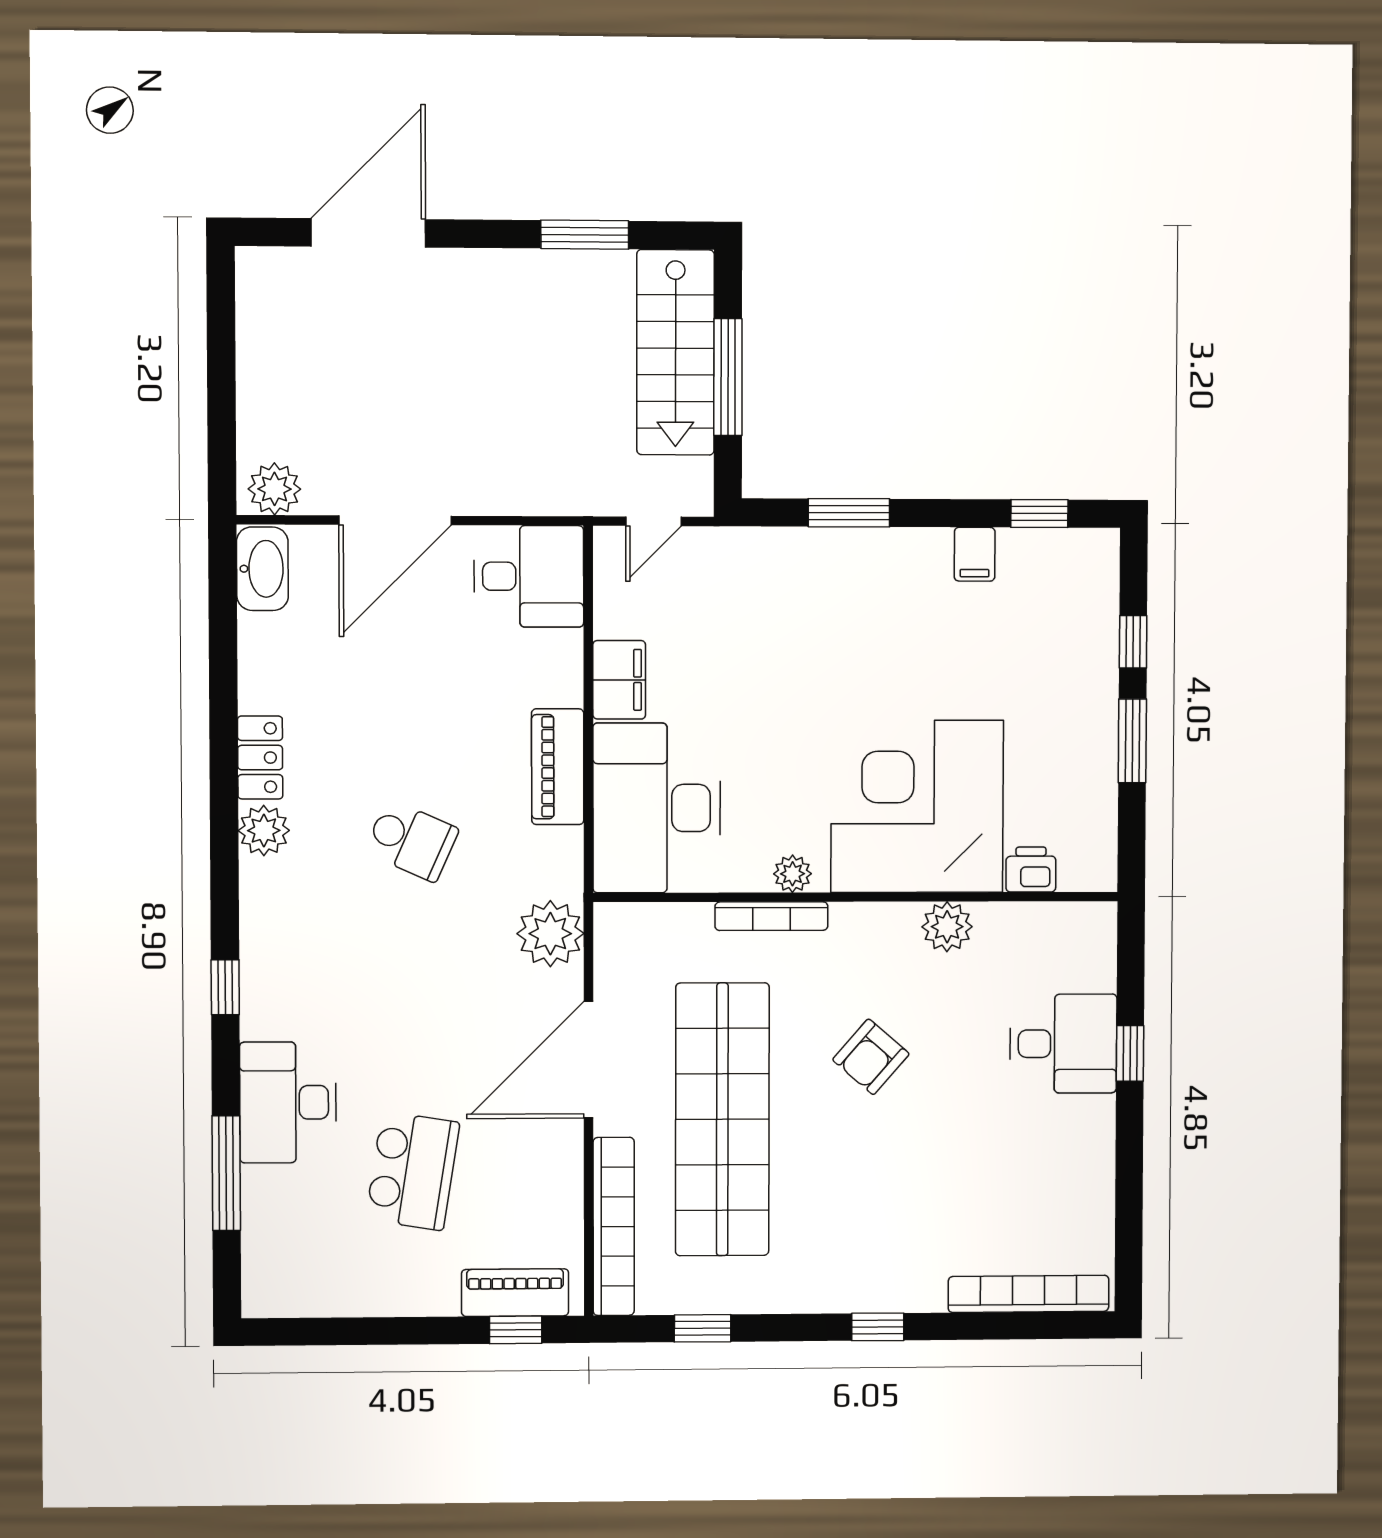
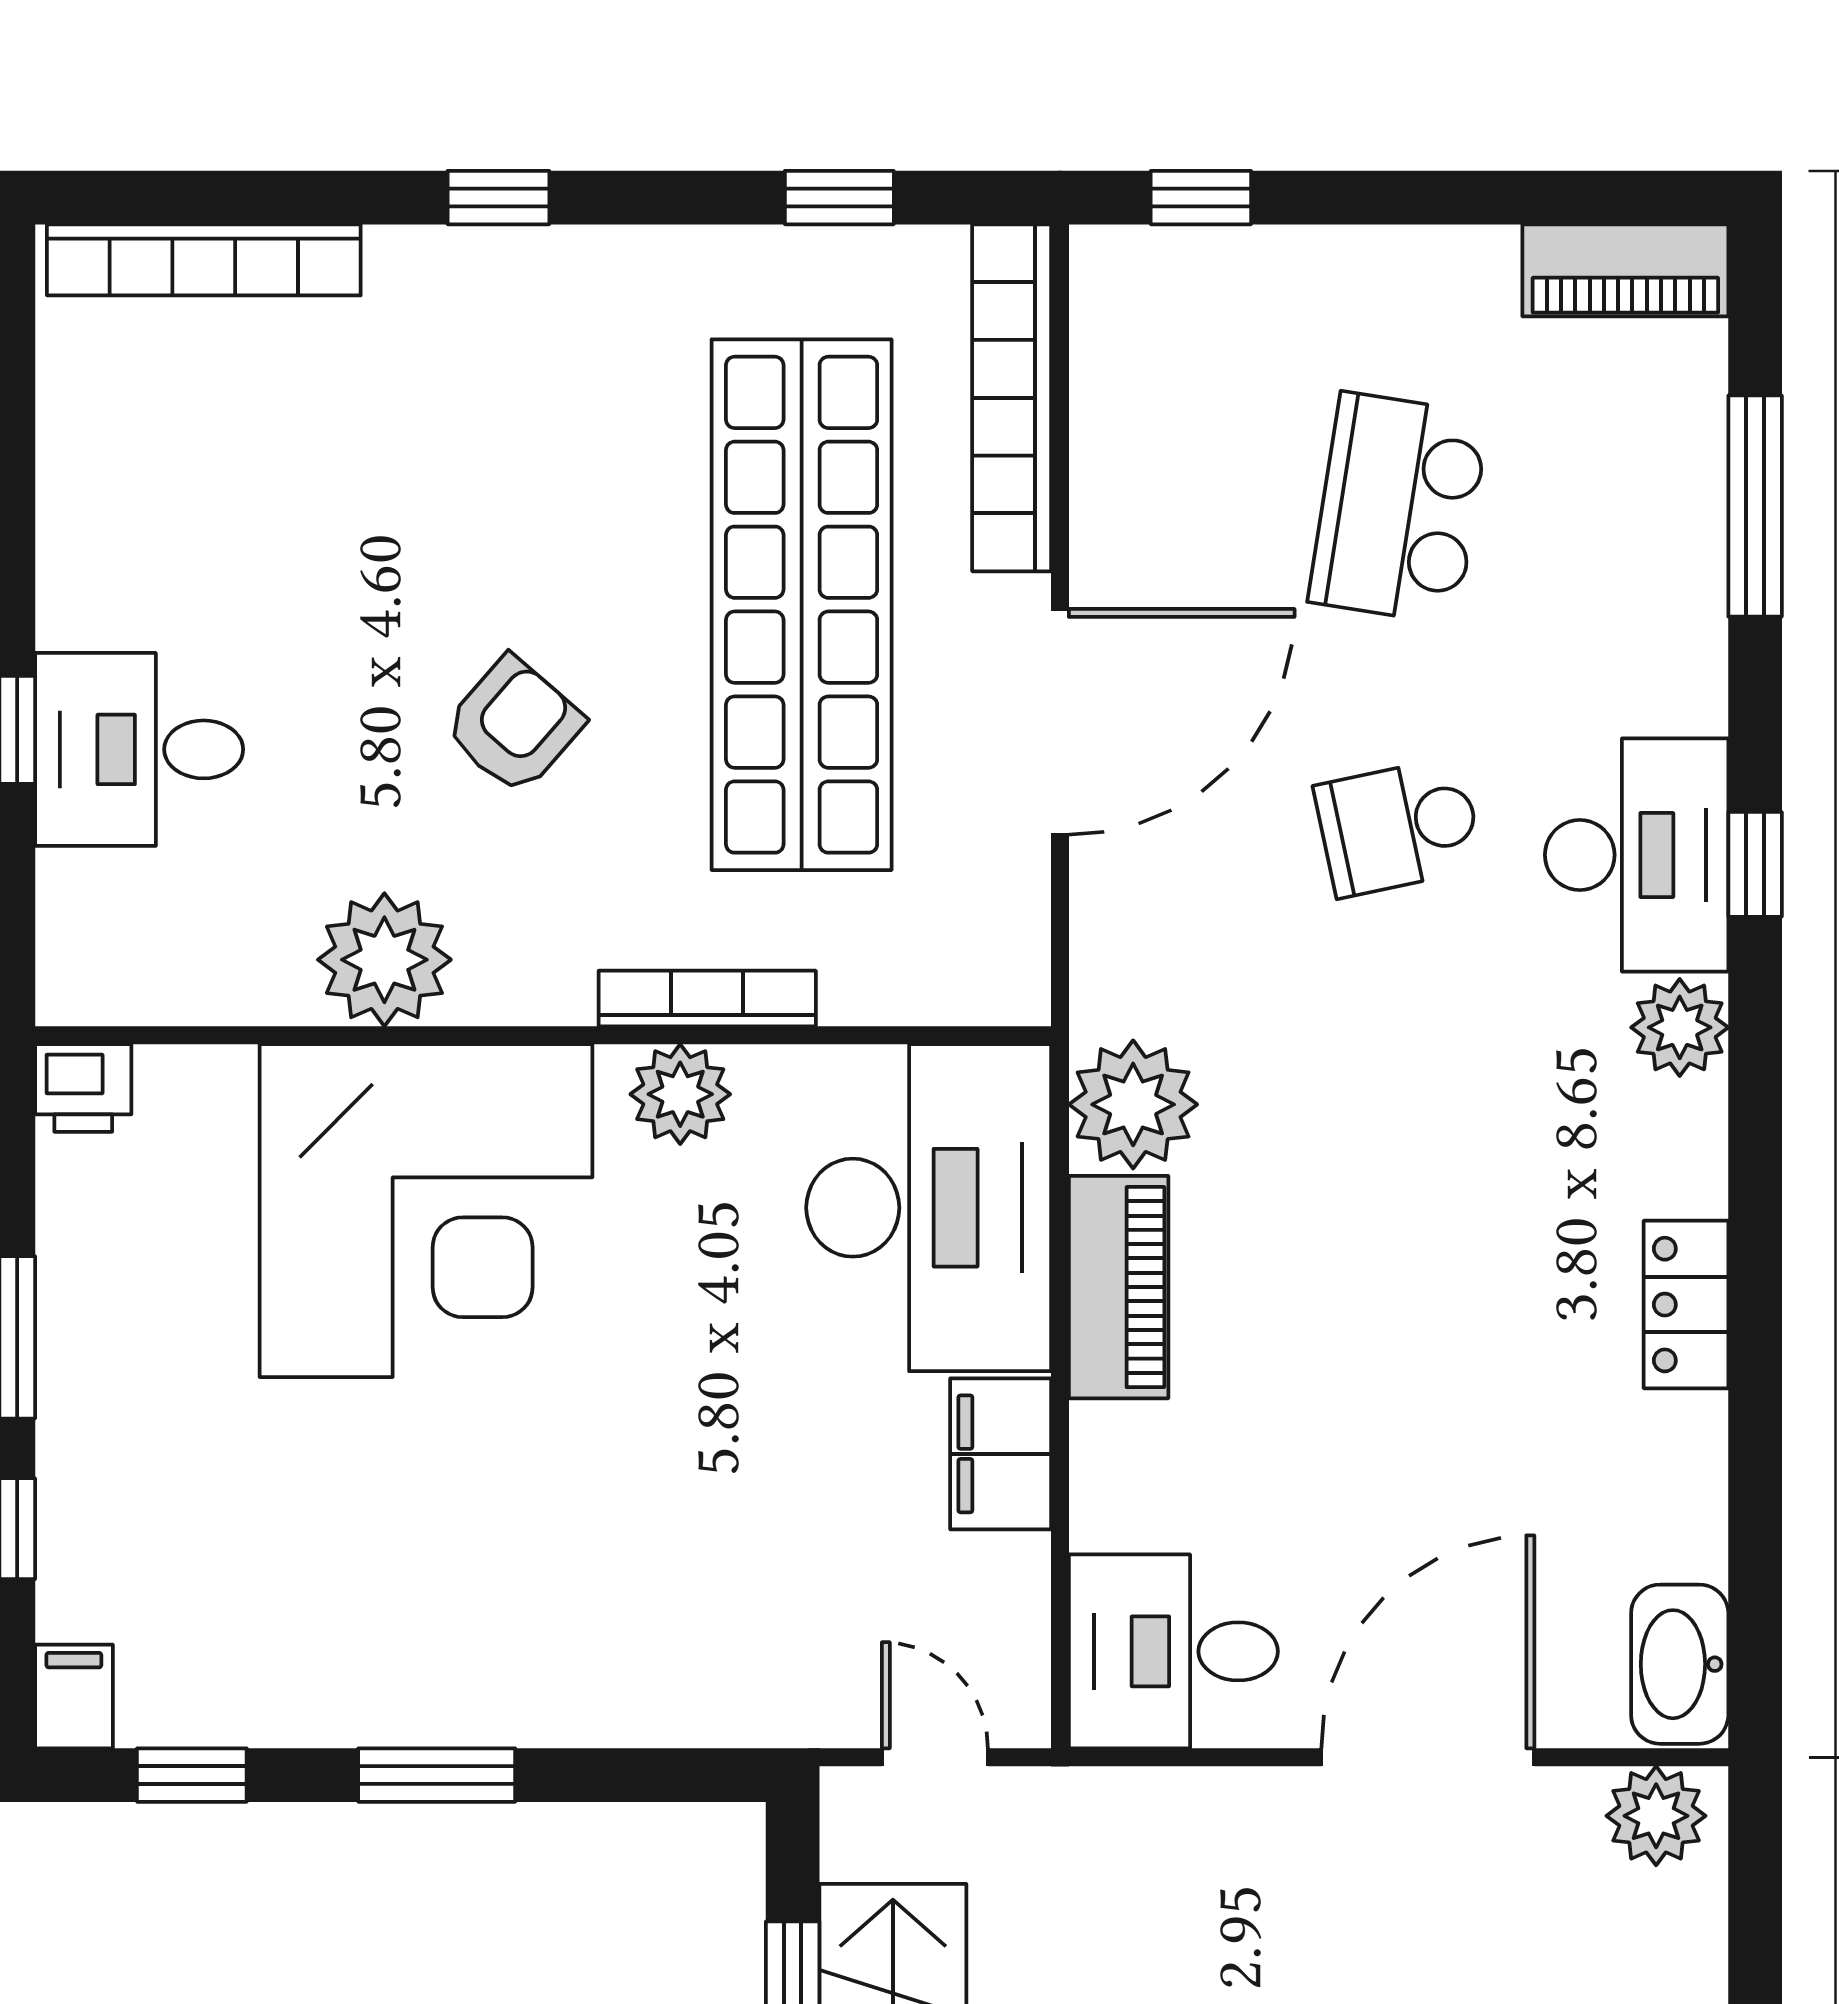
window: (849, 513) -> (437, 1775), moved
door: (654, 521) -> (935, 1757), hinge flipped
filing cabinet: (975, 554) -> (74, 1696), moved
plant: (264, 831) -> (1680, 1027), moved
school desk: (411, 840) -> (1399, 827), moved, turned -36
printer: (1031, 870) -> (83, 1088), moved
plant: (793, 874) -> (680, 1094), width x1.38, depth x1.38
plant: (947, 927) -> (384, 960), width x1.36, depth x1.36
plant: (550, 934) -> (1133, 1104), moved
desk: (288, 1102) -> (1637, 855), moved
piano: (515, 1293) -> (1625, 270), moved

